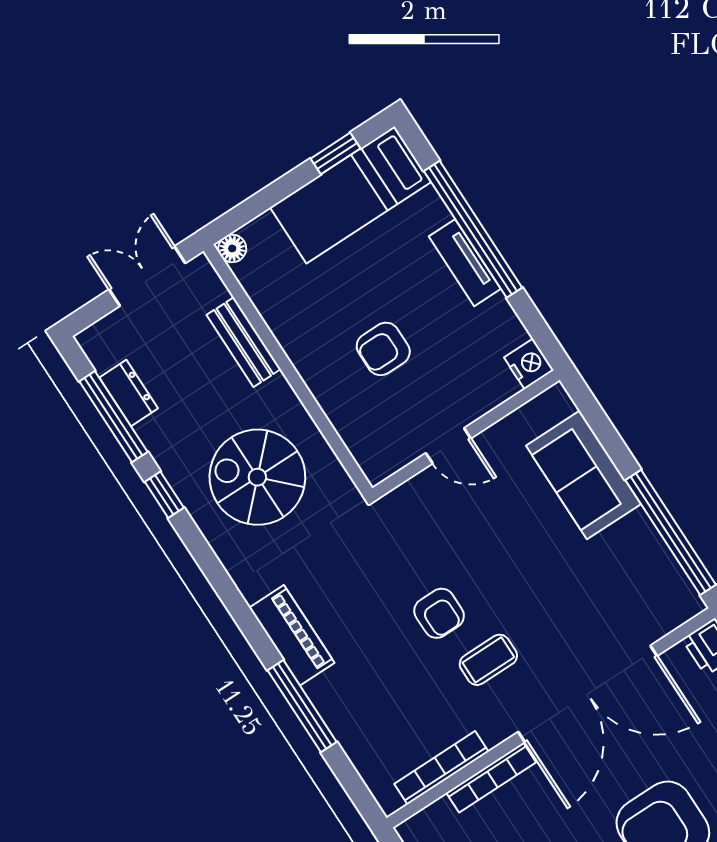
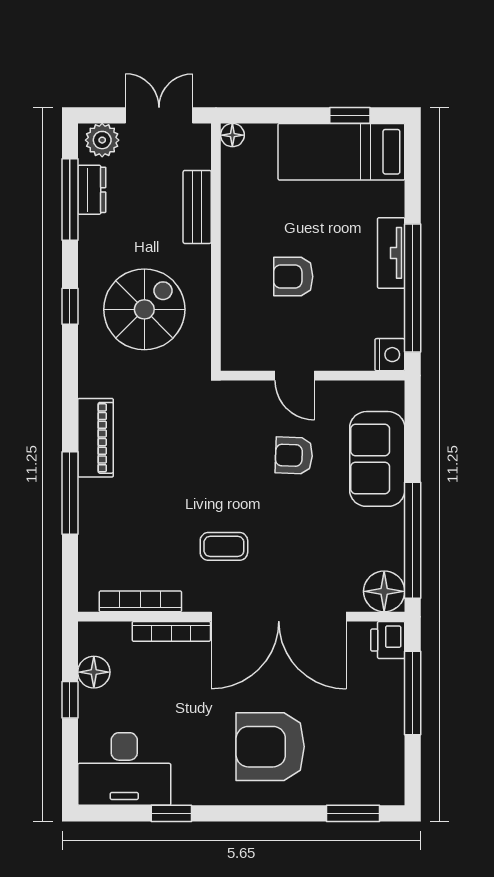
window: (473, 229) -> (413, 288), moved
plant: (107, 337) -> (102, 140), added
spiral stairs: (257, 477) -> (144, 309), turned 90
window: (164, 495) -> (70, 306), moved
floor lamp: (675, 601) -> (384, 591), added
armchair: (439, 613) -> (294, 455), moved, turned 92

